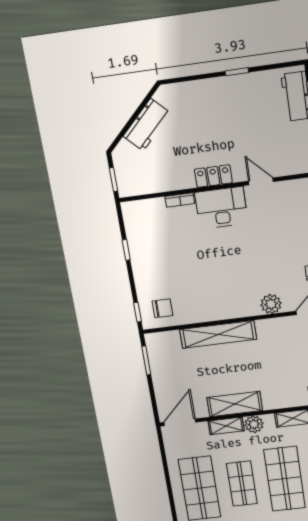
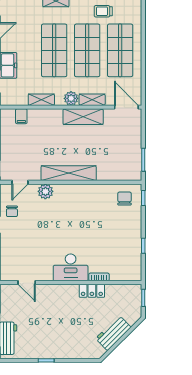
locker: (213, 176) -> (92, 291), moved
door: (261, 181) -> (27, 283), moved
chair: (163, 308) -> (125, 199), turned 90
shelving: (218, 334) -> (69, 173), moved
door: (180, 422) -> (126, 107), swing flipped
shop shelf: (242, 484) -> (87, 50), width x1.43, depth x1.36

